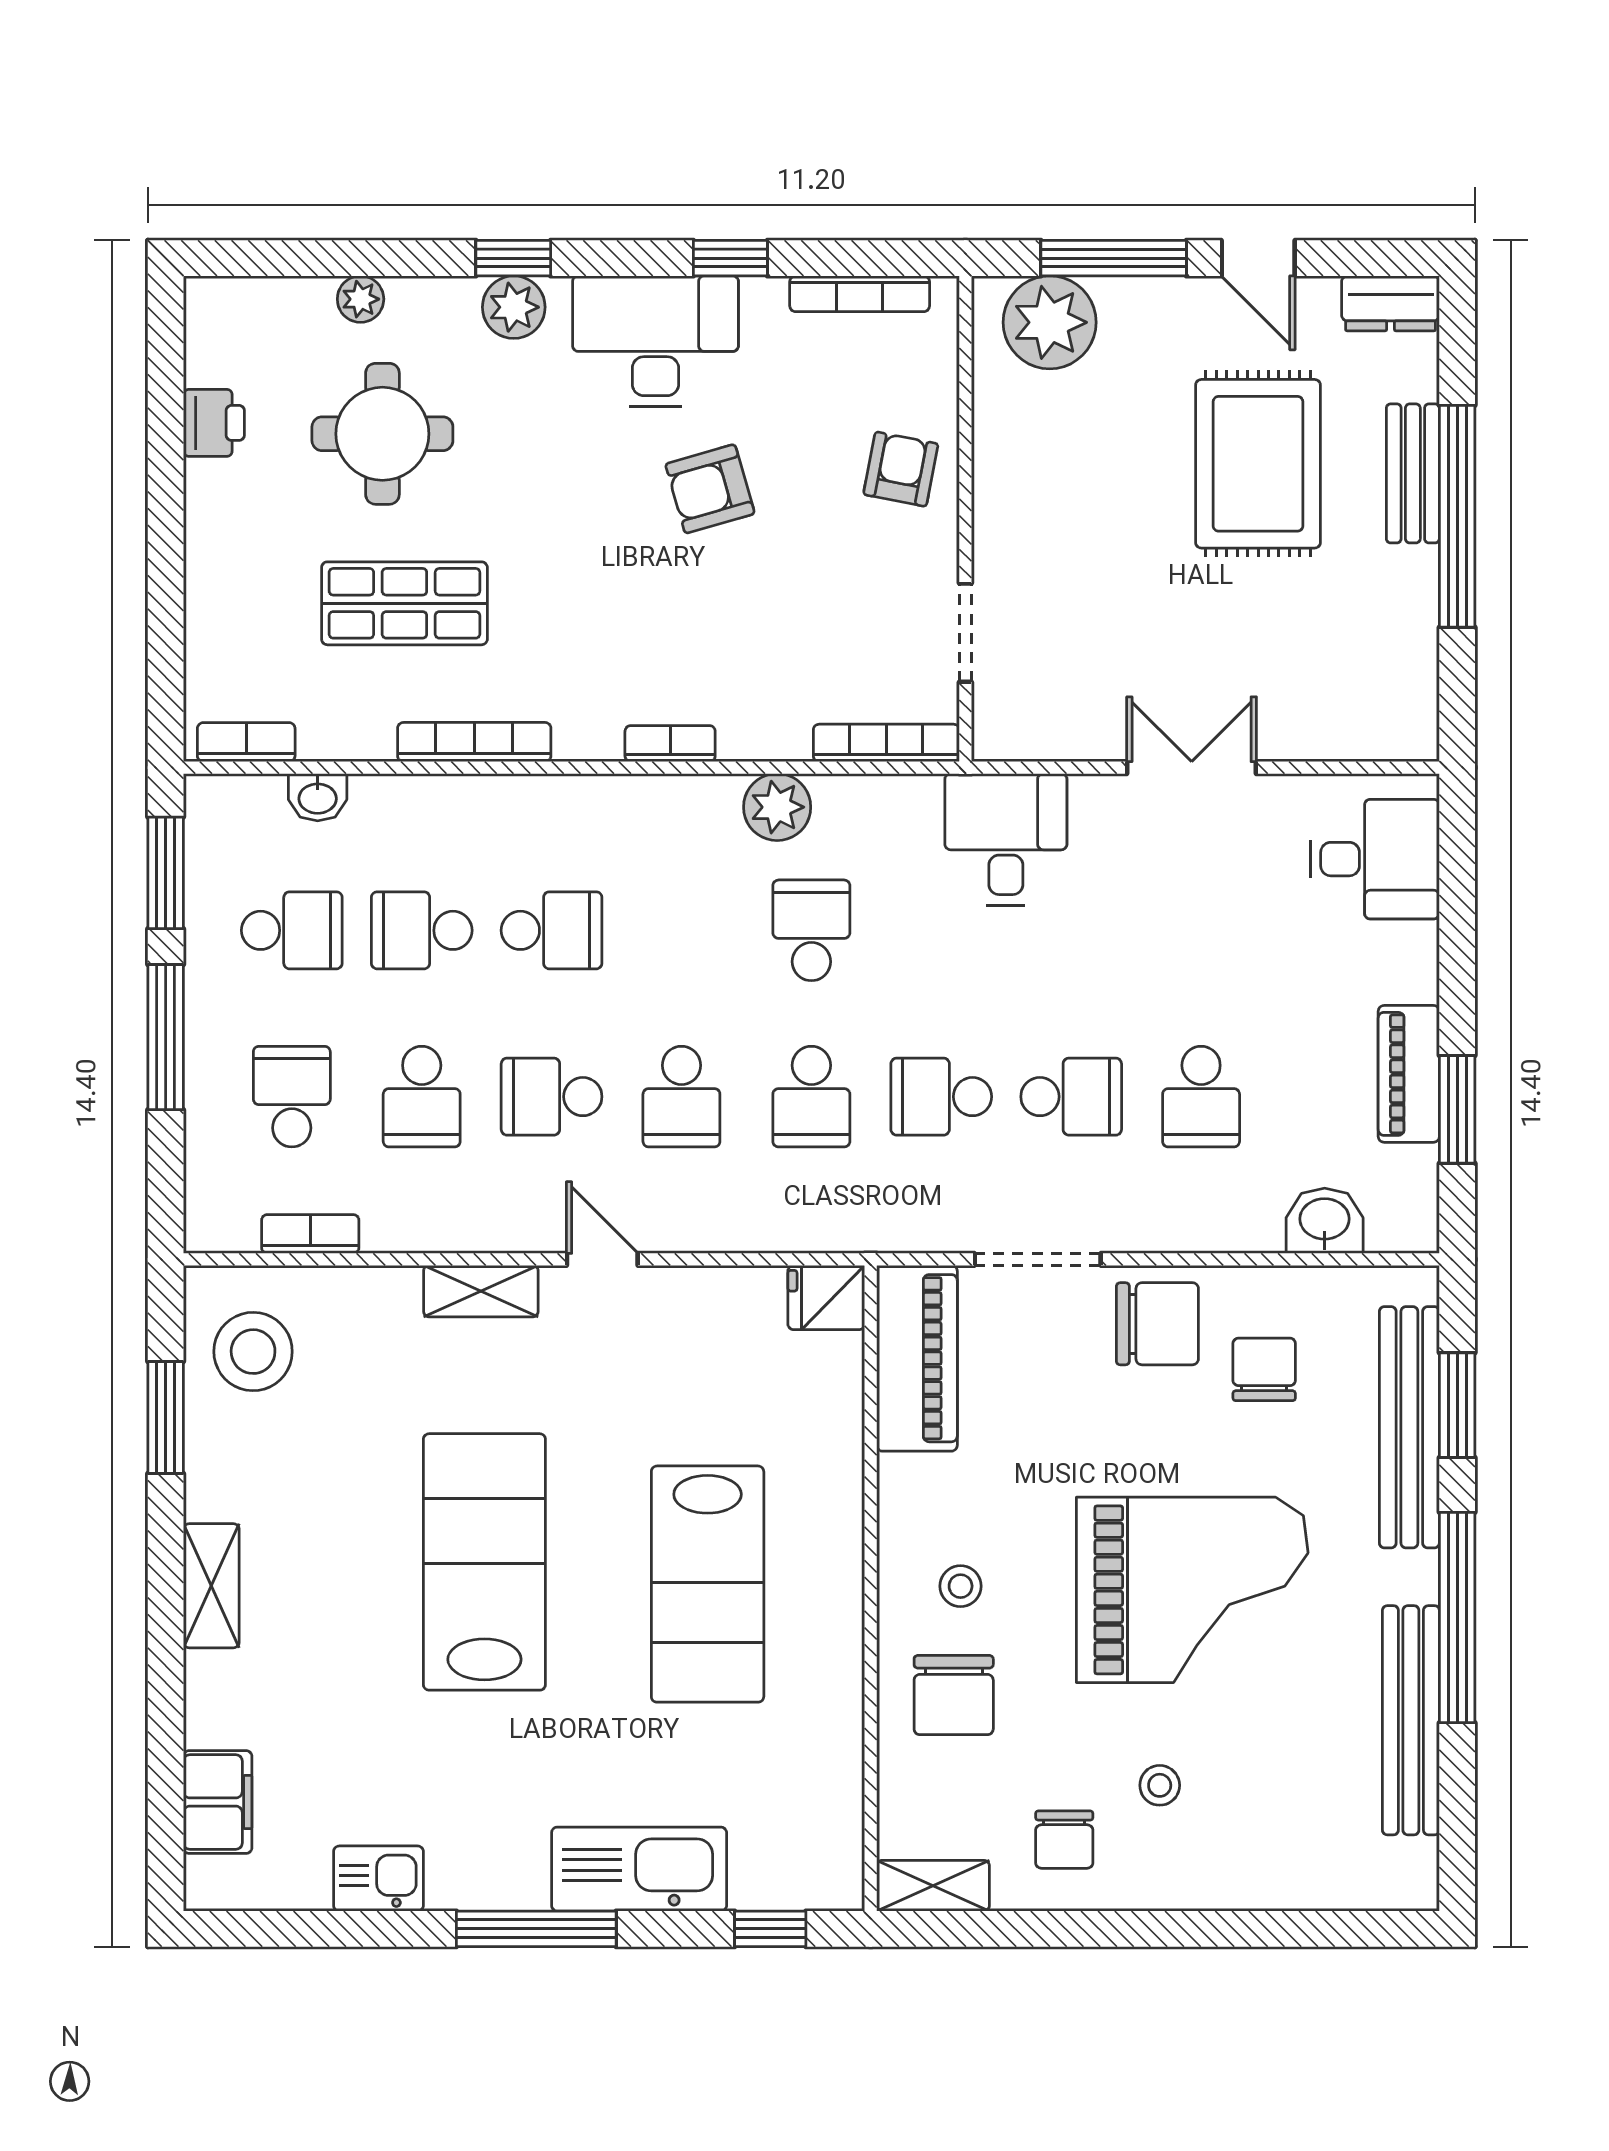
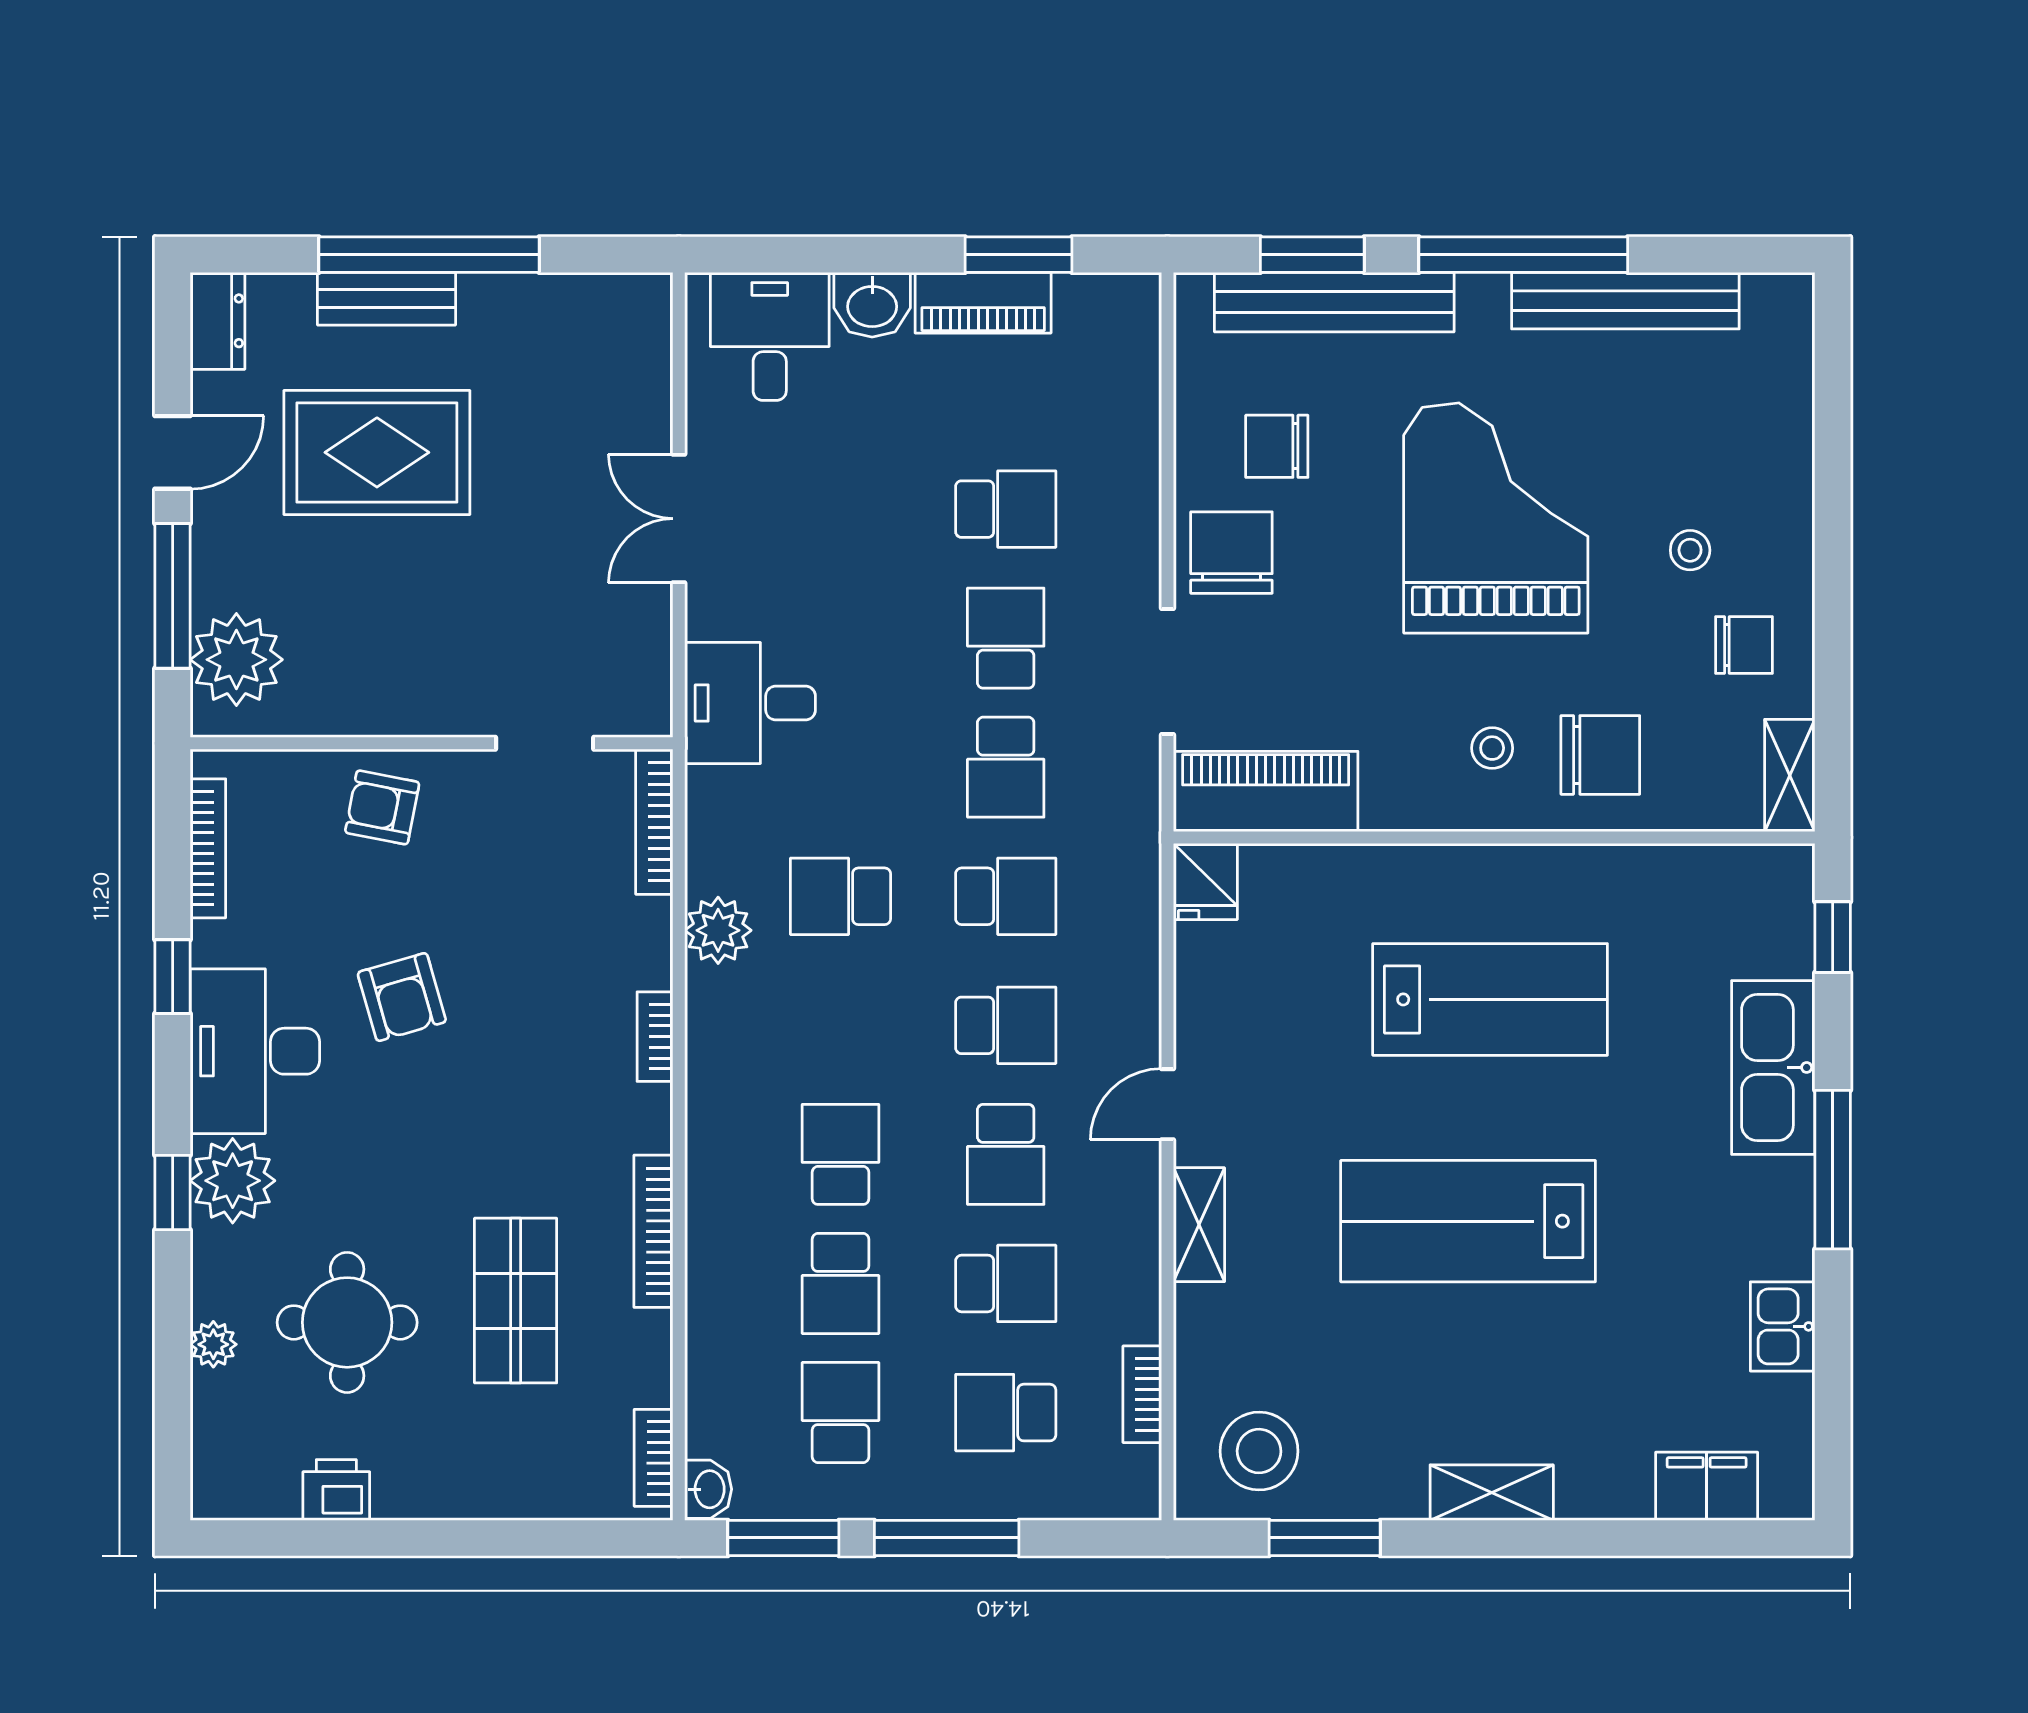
plant: (514, 307) -> (233, 1181), width x1.36, depth x1.36
washbasin: (318, 797) -> (708, 1489), moved
washbasin: (1325, 1221) -> (872, 305), moved, turned -90

